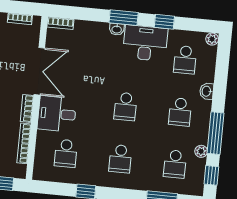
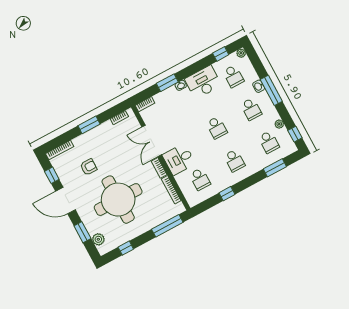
window: (124, 18) -> (167, 83), moved
window: (164, 22) -> (221, 54), moved
double door: (39, 71) -> (152, 141), swing flipped
window: (216, 133) -> (271, 90), moved

